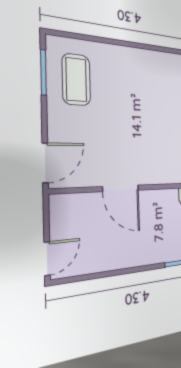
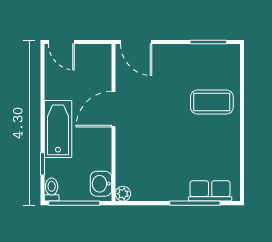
coffee table: (76, 80) -> (212, 102), moved
bathtub: (142, 251) -> (58, 129), added

